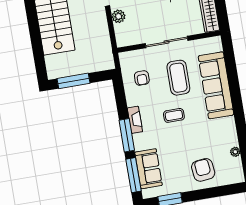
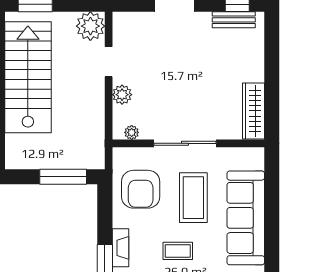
plant: (129, 41) -> (132, 132), added
armchair: (142, 78) -> (141, 189), width x1.88, depth x1.88
window: (74, 81) -> (63, 177), moved

